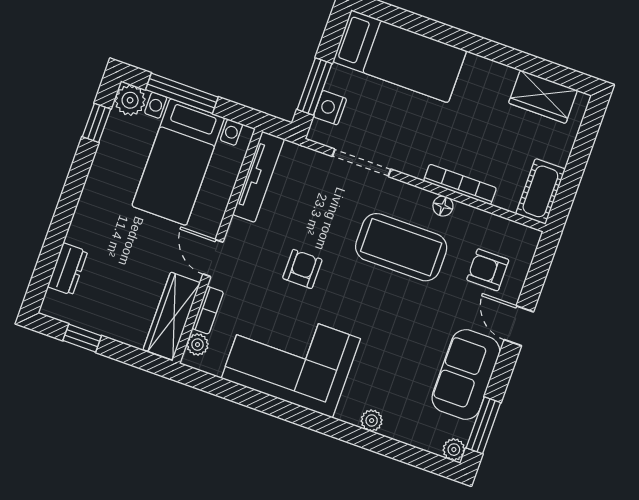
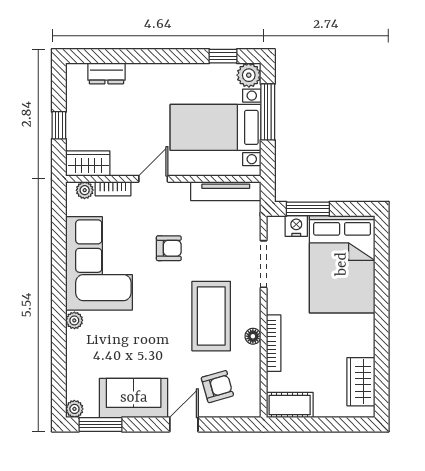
bed: (400, 56) -> (342, 264), width x1.50
armchair: (488, 270) -> (217, 387), turned 74
wardrobe: (172, 316) -> (88, 163), width x0.67
window: (82, 338) -> (59, 125), moved
plant: (372, 421) -> (74, 320), moved

